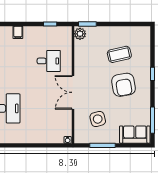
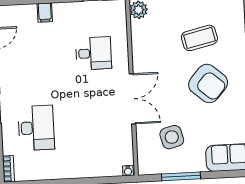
armchair: (124, 85) -> (208, 83), turned -39
double door: (73, 92) -> (132, 99), swing flipped

